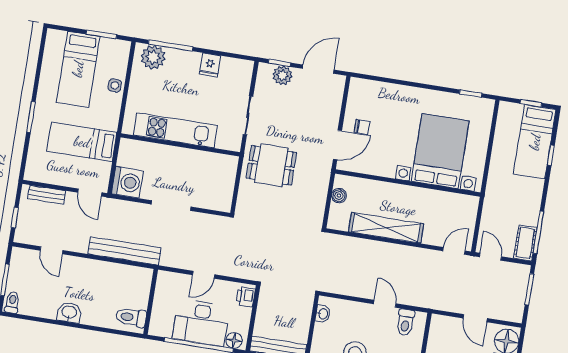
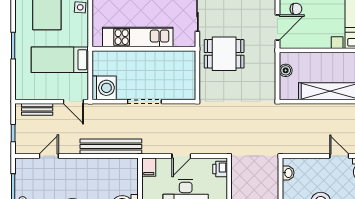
door: (51, 250) -> (49, 156), swing flipped
filing cabinet: (164, 281) -> (149, 167), added

